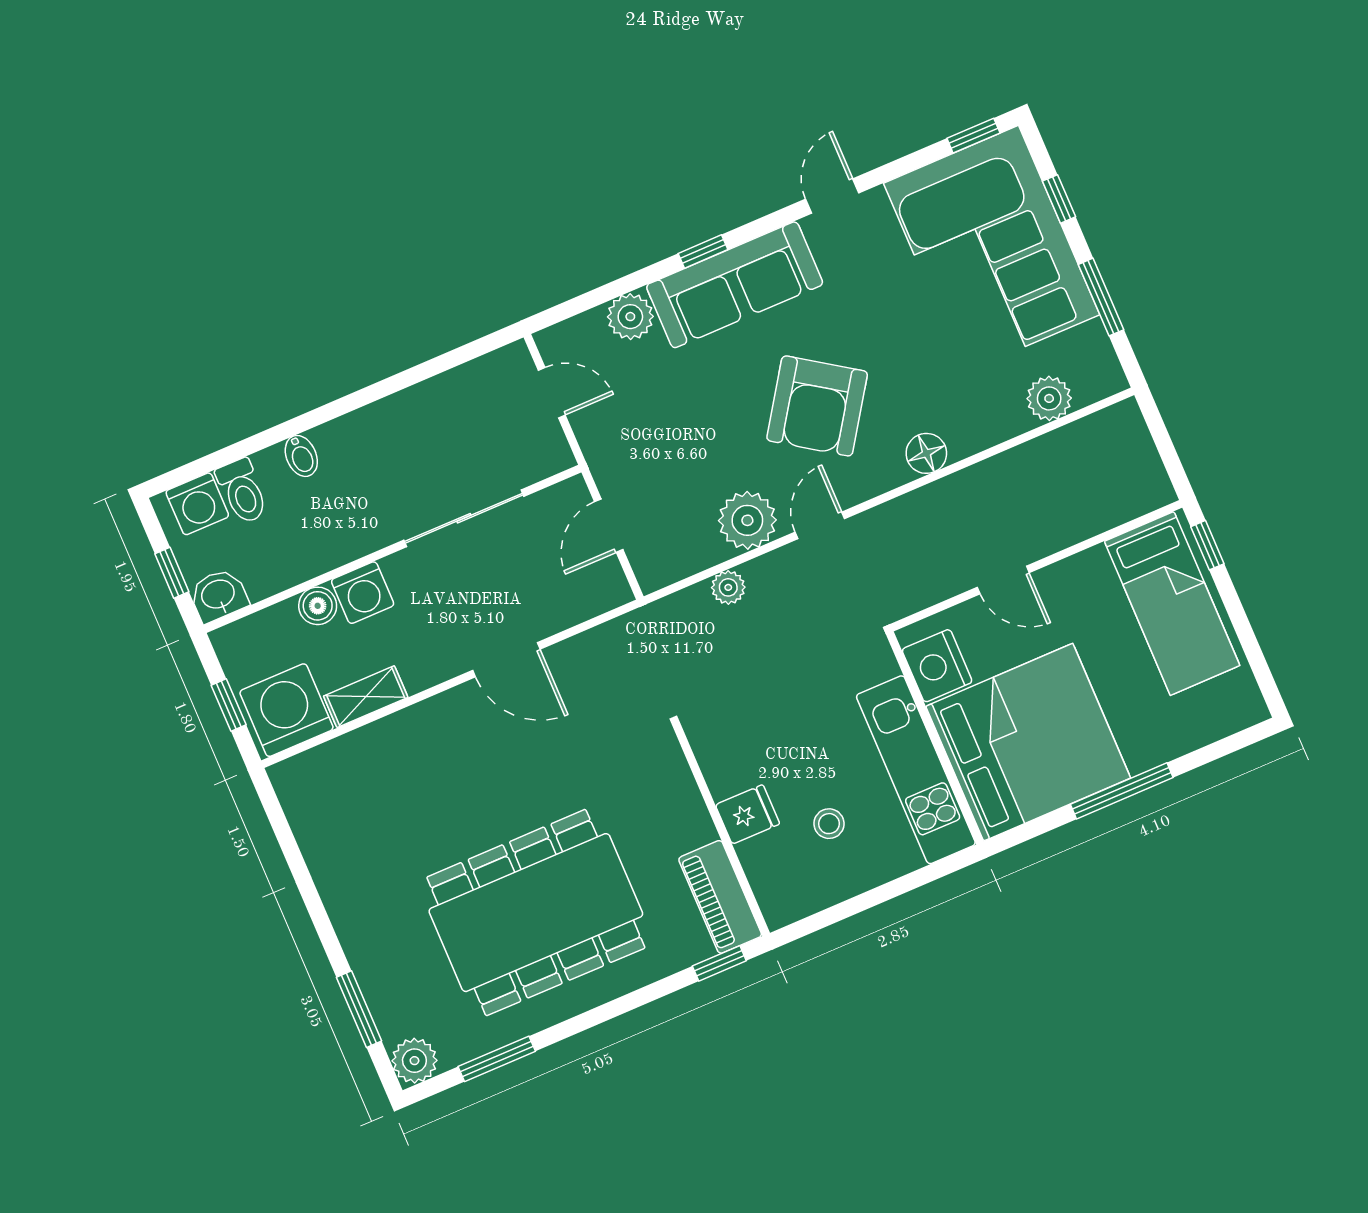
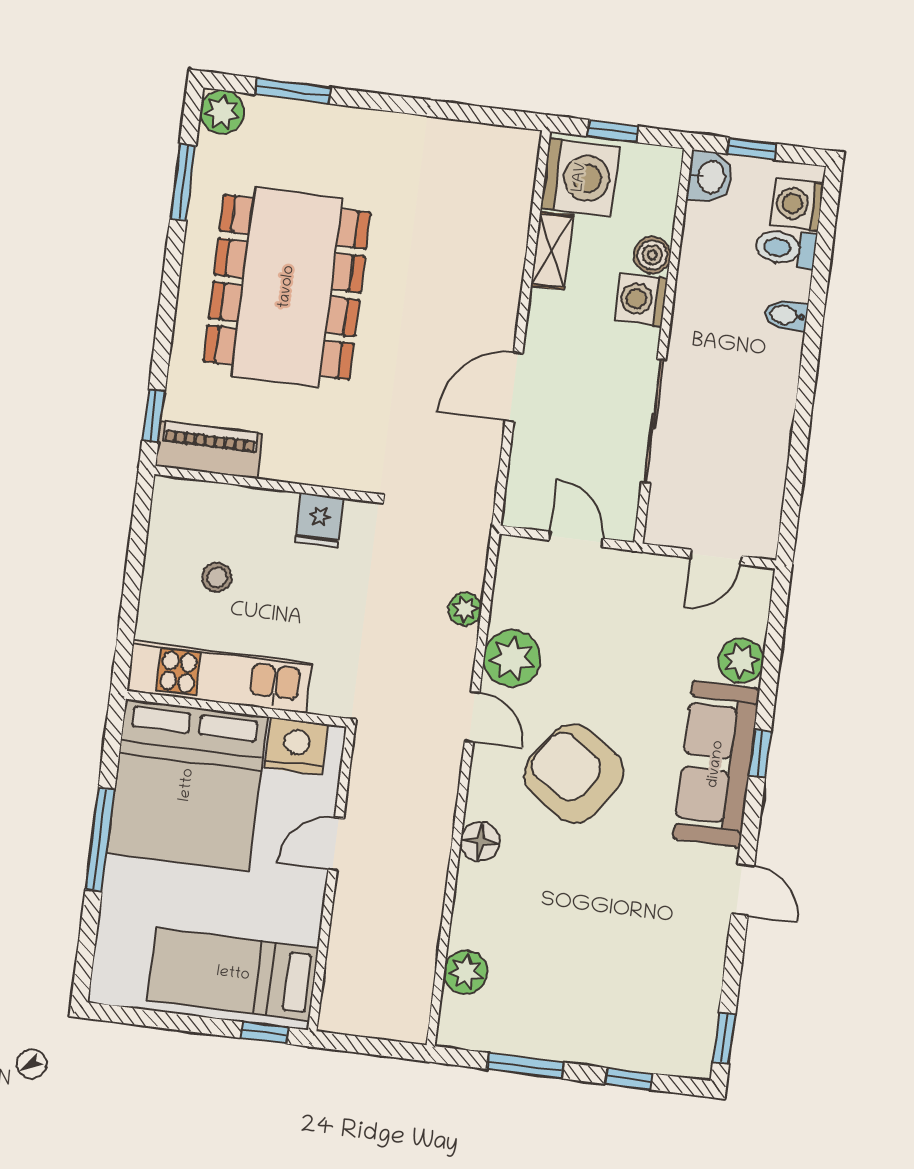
corner sofa: (992, 249) -> (620, 997), removed
fridge: (747, 814) -> (319, 520), moved

